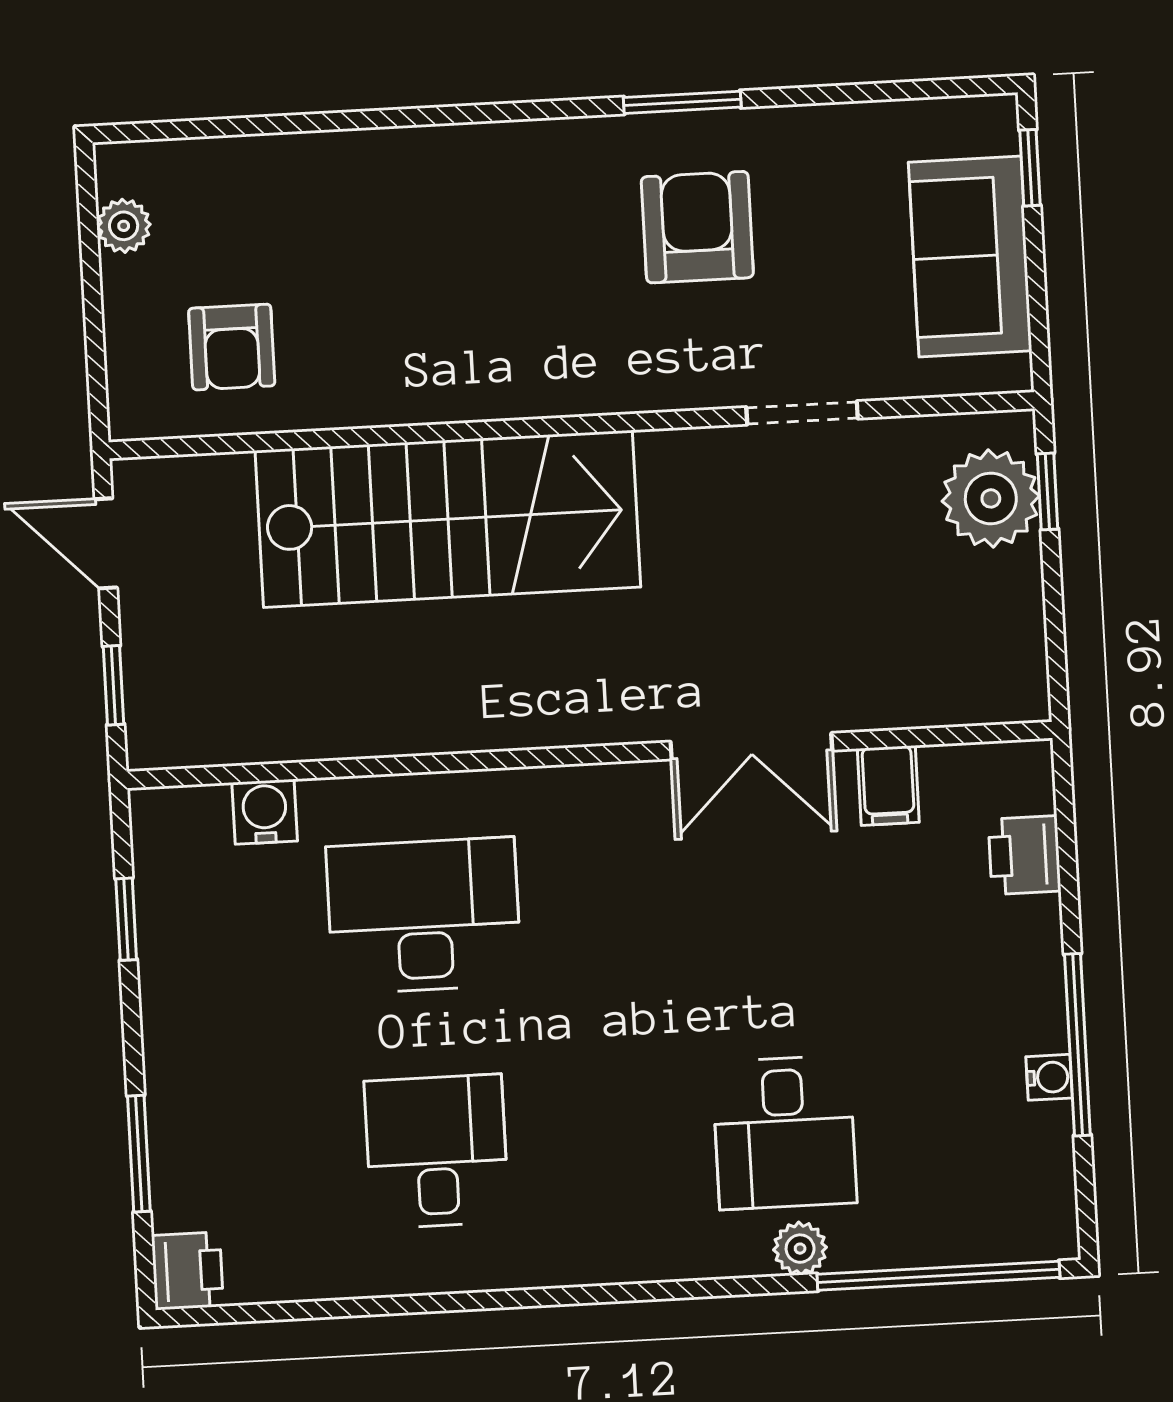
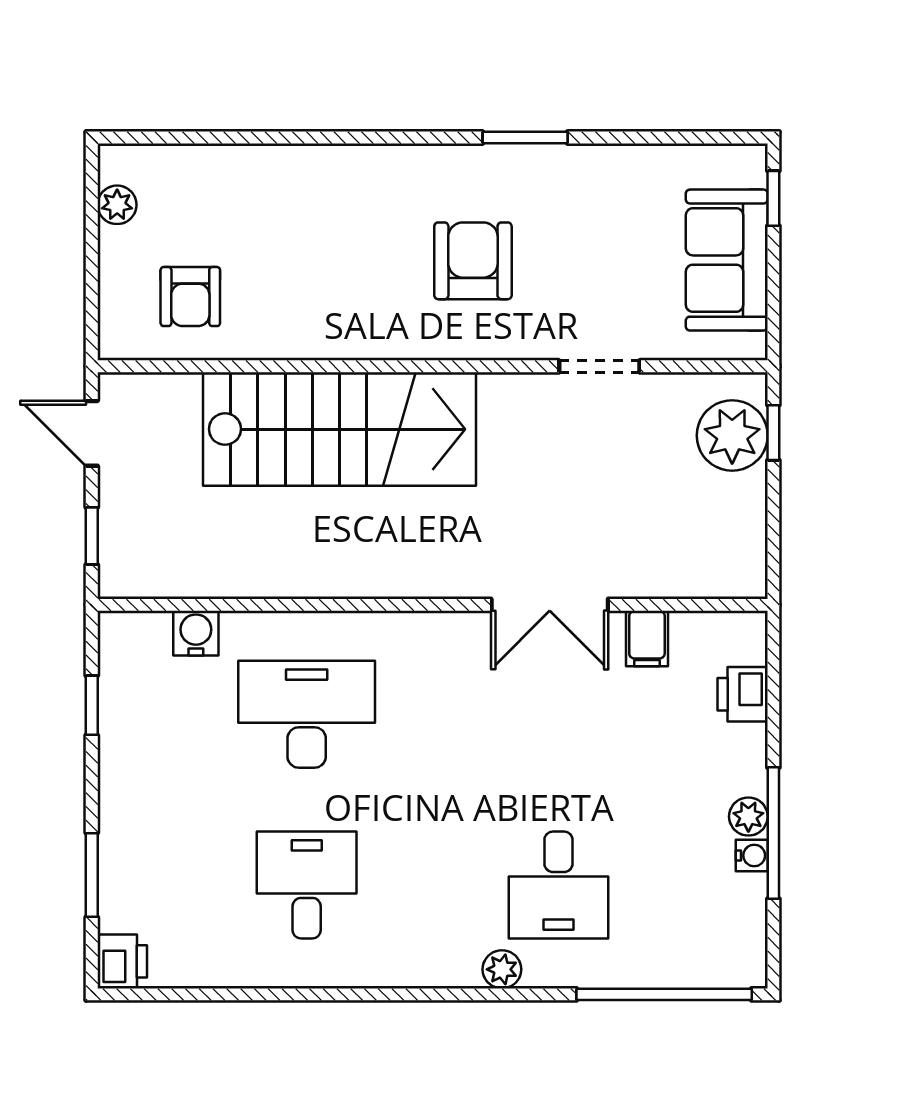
armchair: (697, 227) -> (473, 261), moved
plant: (1042, 1024) -> (748, 817), added
plant: (800, 1249) -> (502, 969), moved

